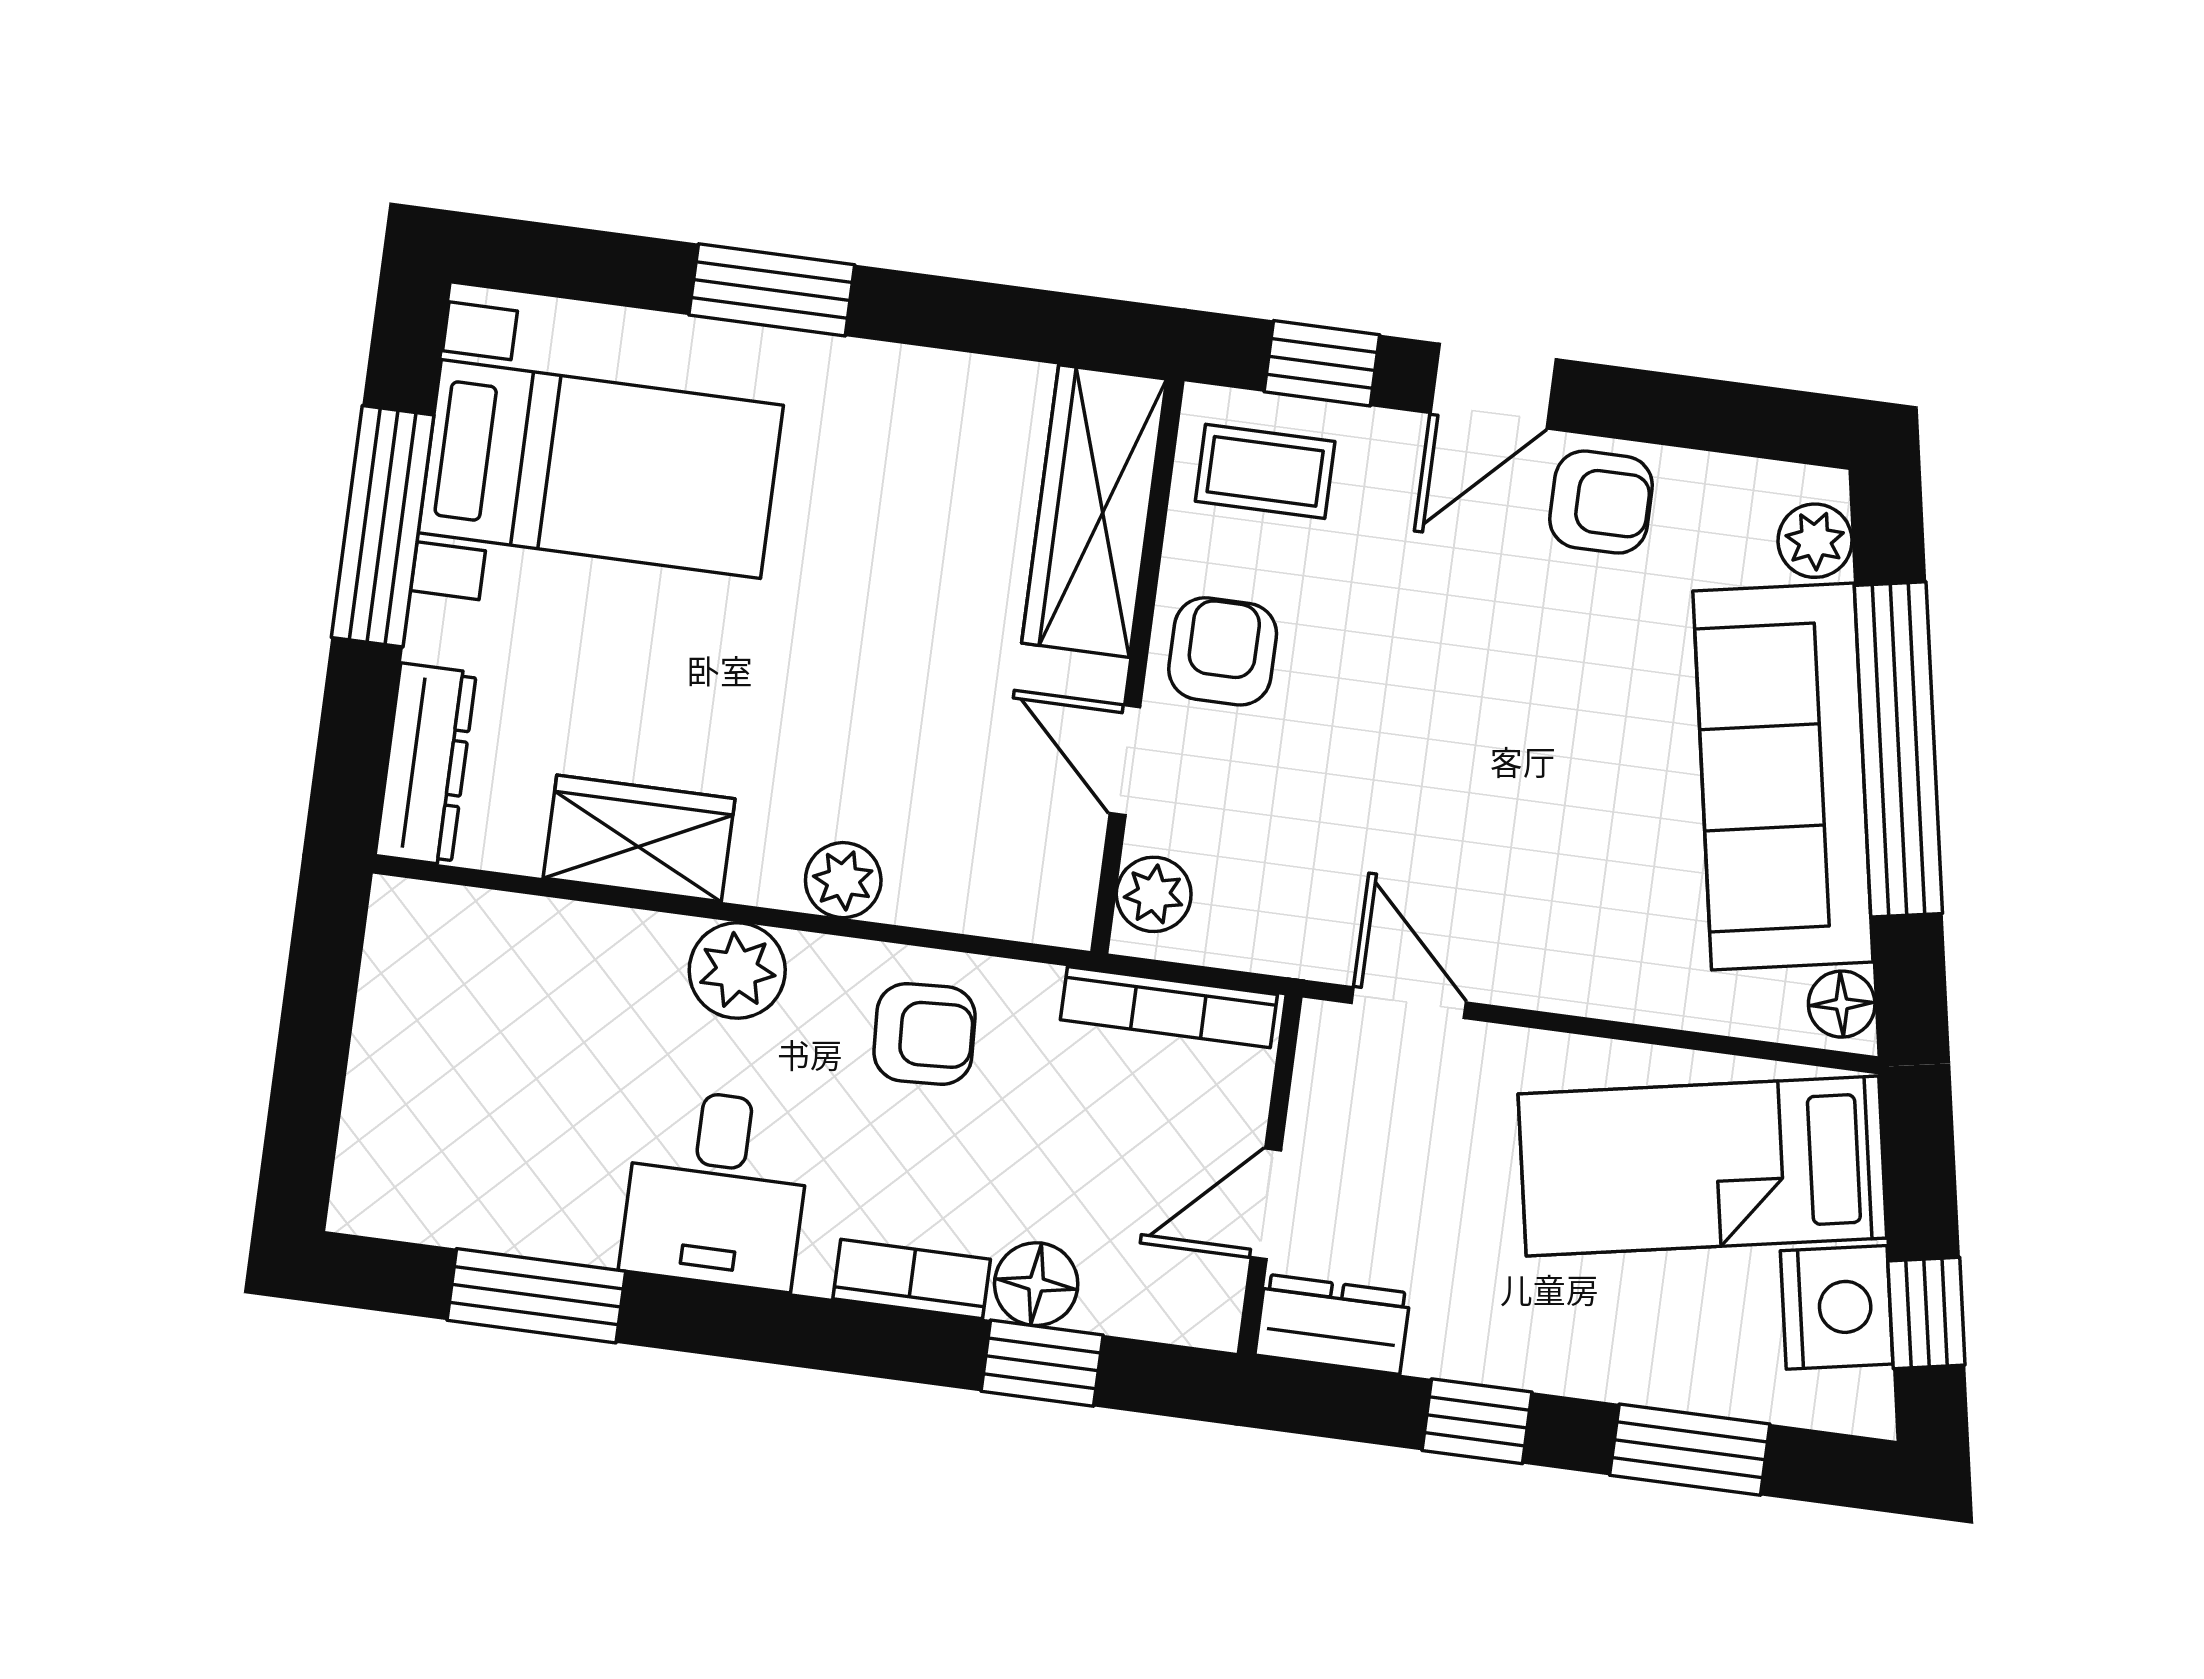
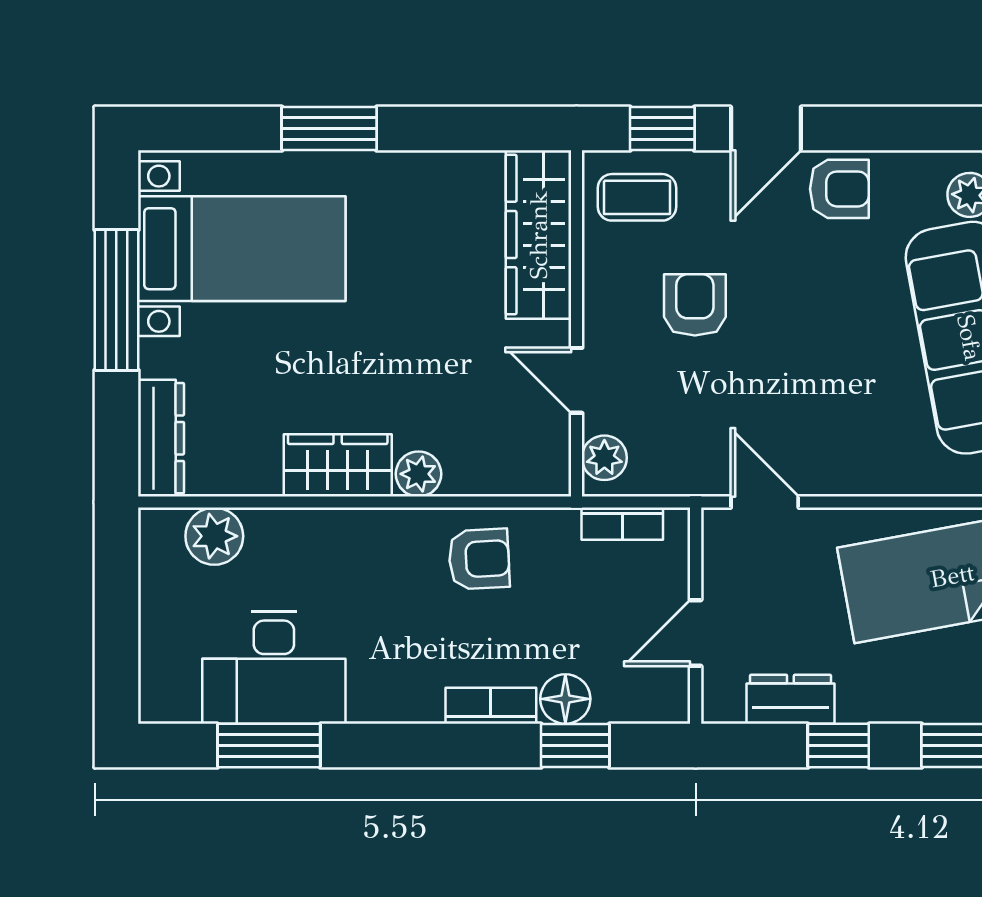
armchair: (1223, 651) -> (695, 305), moved
wardrobe: (639, 838) -> (338, 465), moved
plant: (737, 971) -> (214, 536), moved
bookcase: (1169, 1007) -> (622, 524), width x0.64
desk: (717, 1189) -> (274, 668), moved, width x1.37
dresser: (1333, 1324) -> (790, 699), moved

